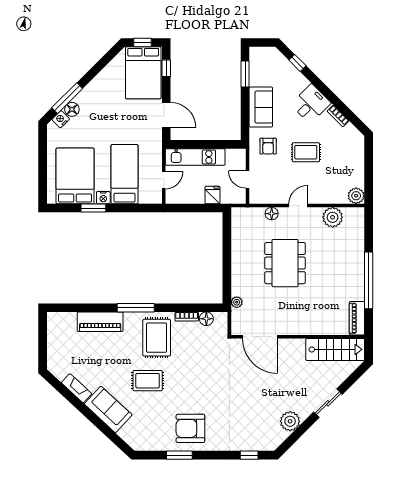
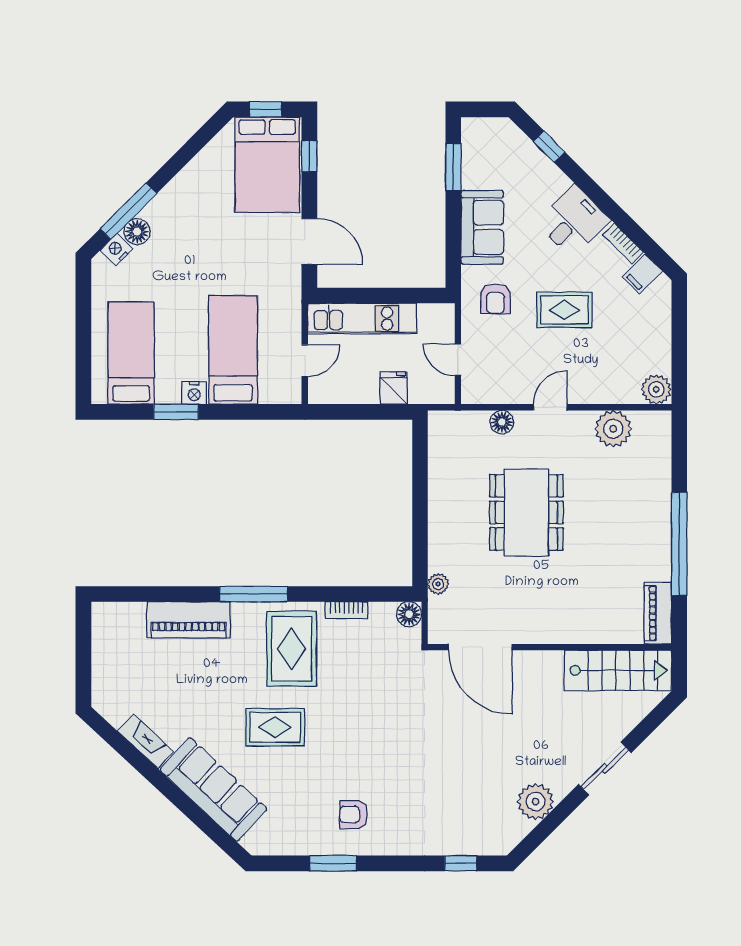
filing cabinet: (349, 133) -> (642, 274), added
bed: (75, 176) -> (131, 353), width x0.67
floor lamp: (206, 319) -> (409, 614), moved
sofa: (108, 409) -> (213, 789), width x1.36
armchair: (190, 428) -> (353, 815), width x0.53, depth x0.53

